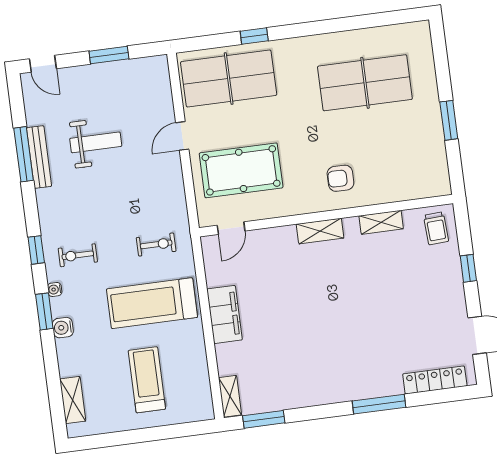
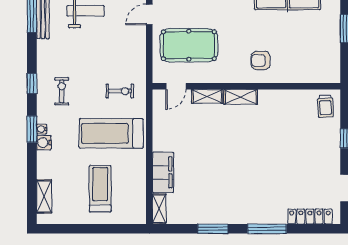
shelving: (381, 222) -> (207, 96), moved
exercise bike: (78, 255) -> (62, 91), turned 90
water cooler: (55, 289) -> (42, 129), moved
filing cabinet: (225, 314) -> (163, 172), moved
window: (264, 419) -> (213, 229), moved

